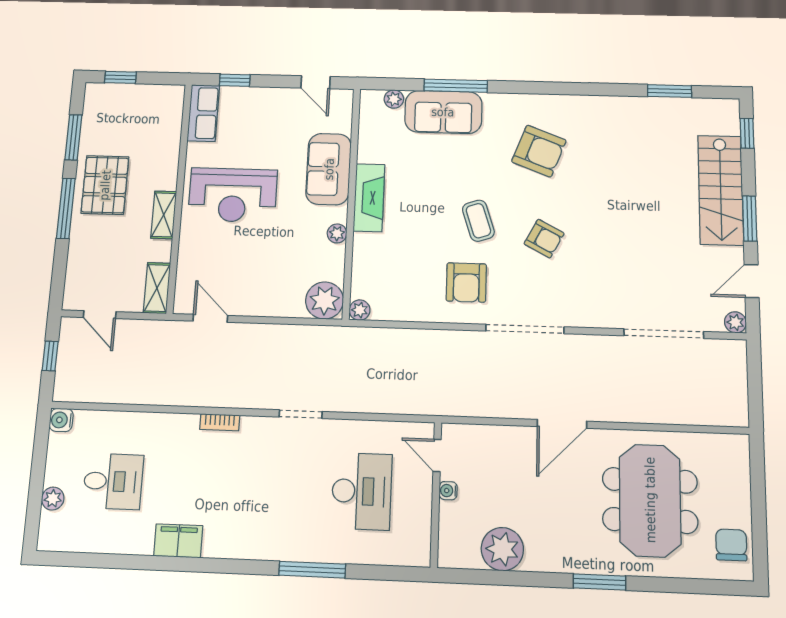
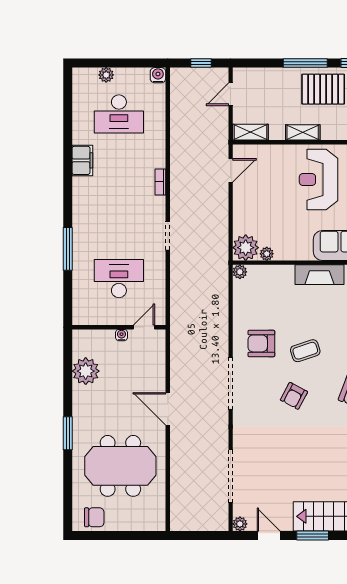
plant: (337, 233) -> (267, 254), moved
desk: (113, 481) -> (119, 114), width x1.37
desk: (362, 491) -> (119, 279), turned 180

